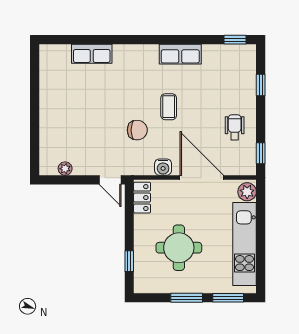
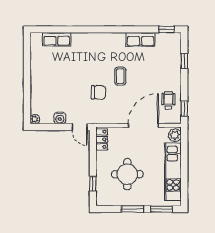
row of seats: (92, 54) -> (57, 39), moved
row of seats: (180, 54) -> (141, 39), moved
wheelchair: (235, 127) -> (168, 101), moved
water cooler: (163, 167) -> (60, 118), moved
plant: (65, 169) -> (35, 119), moved
door: (202, 178) -> (143, 125), hinge flipped

